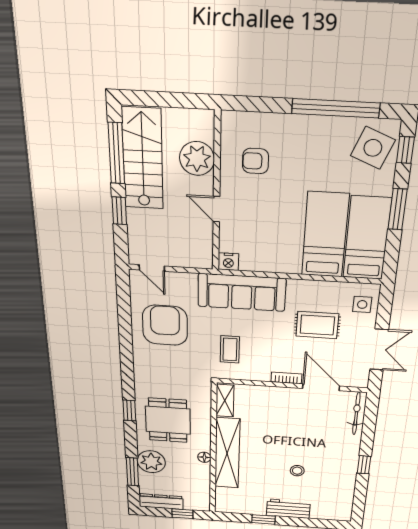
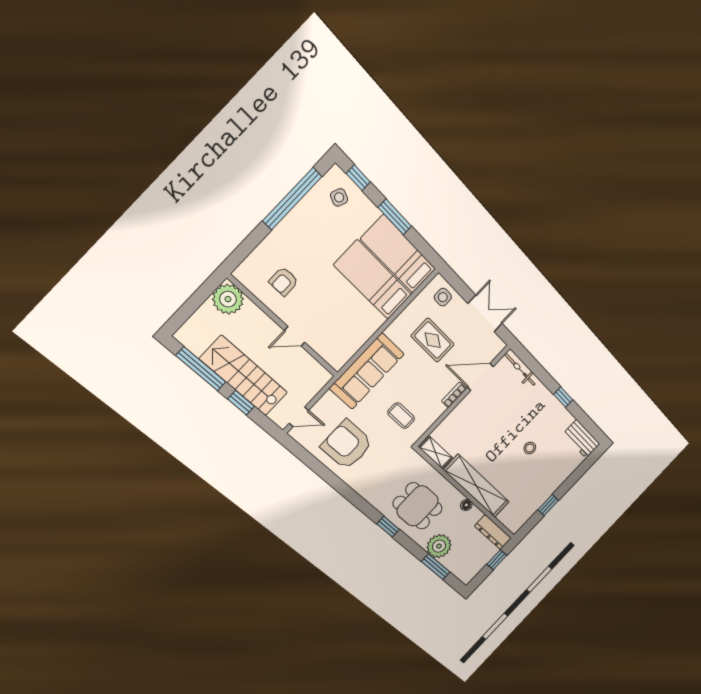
side table: (373, 148) -> (339, 197), width x0.54, depth x0.54
plant: (197, 158) -> (228, 299), moved
stairs: (143, 159) -> (244, 376), moved
nightstand: (228, 262) -> (338, 361), removed
rug: (317, 325) -> (433, 340), turned 90
dresser: (161, 502) -> (493, 532), moved, turned -90
workbench: (288, 509) -> (581, 439), moved, turned -90

